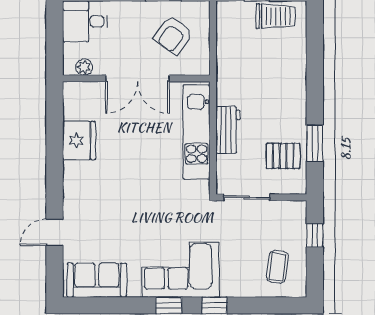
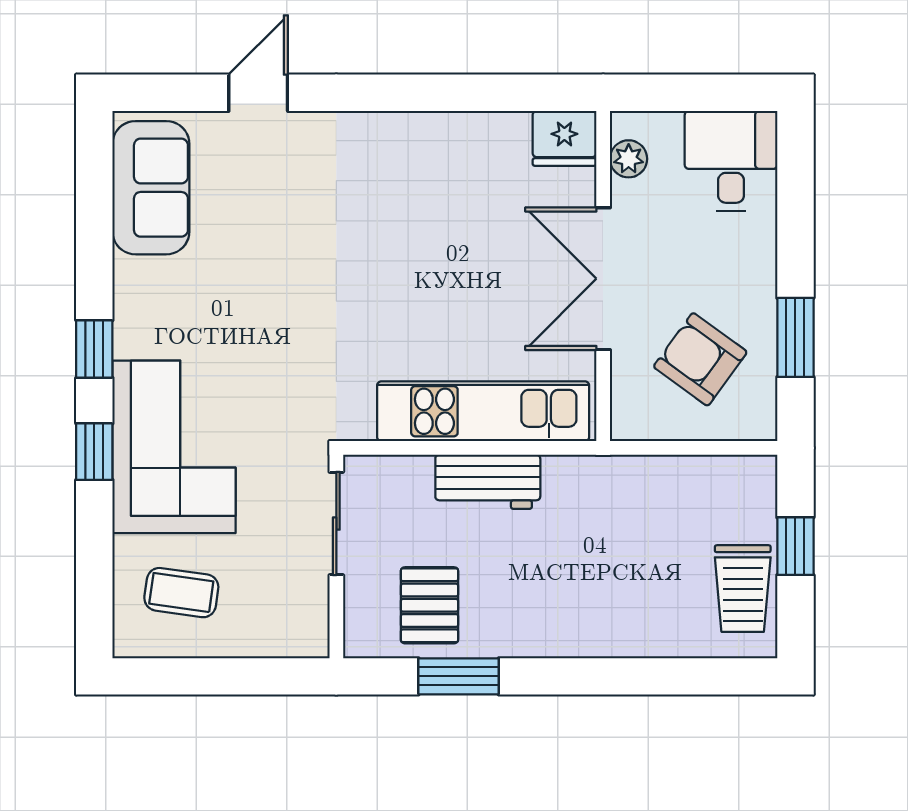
fridge: (79, 140) -> (564, 138), moved, width x0.73, depth x0.75
door: (55, 232) -> (258, 93), hinge flipped
window: (315, 235) -> (251, 676), removed
corner sofa: (181, 270) -> (174, 447), moved

